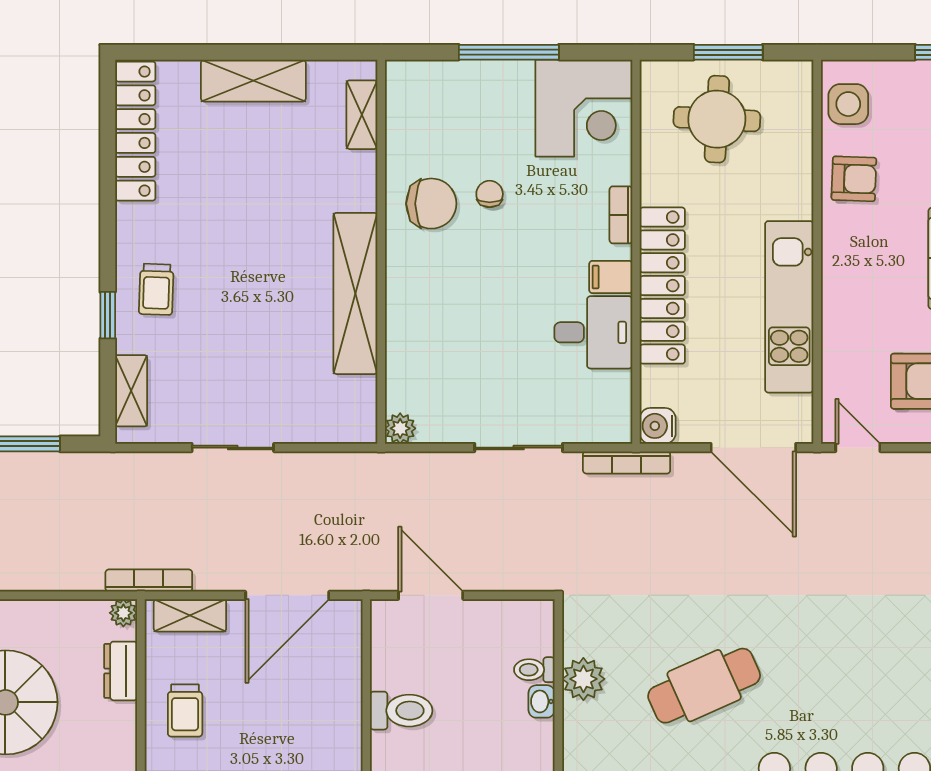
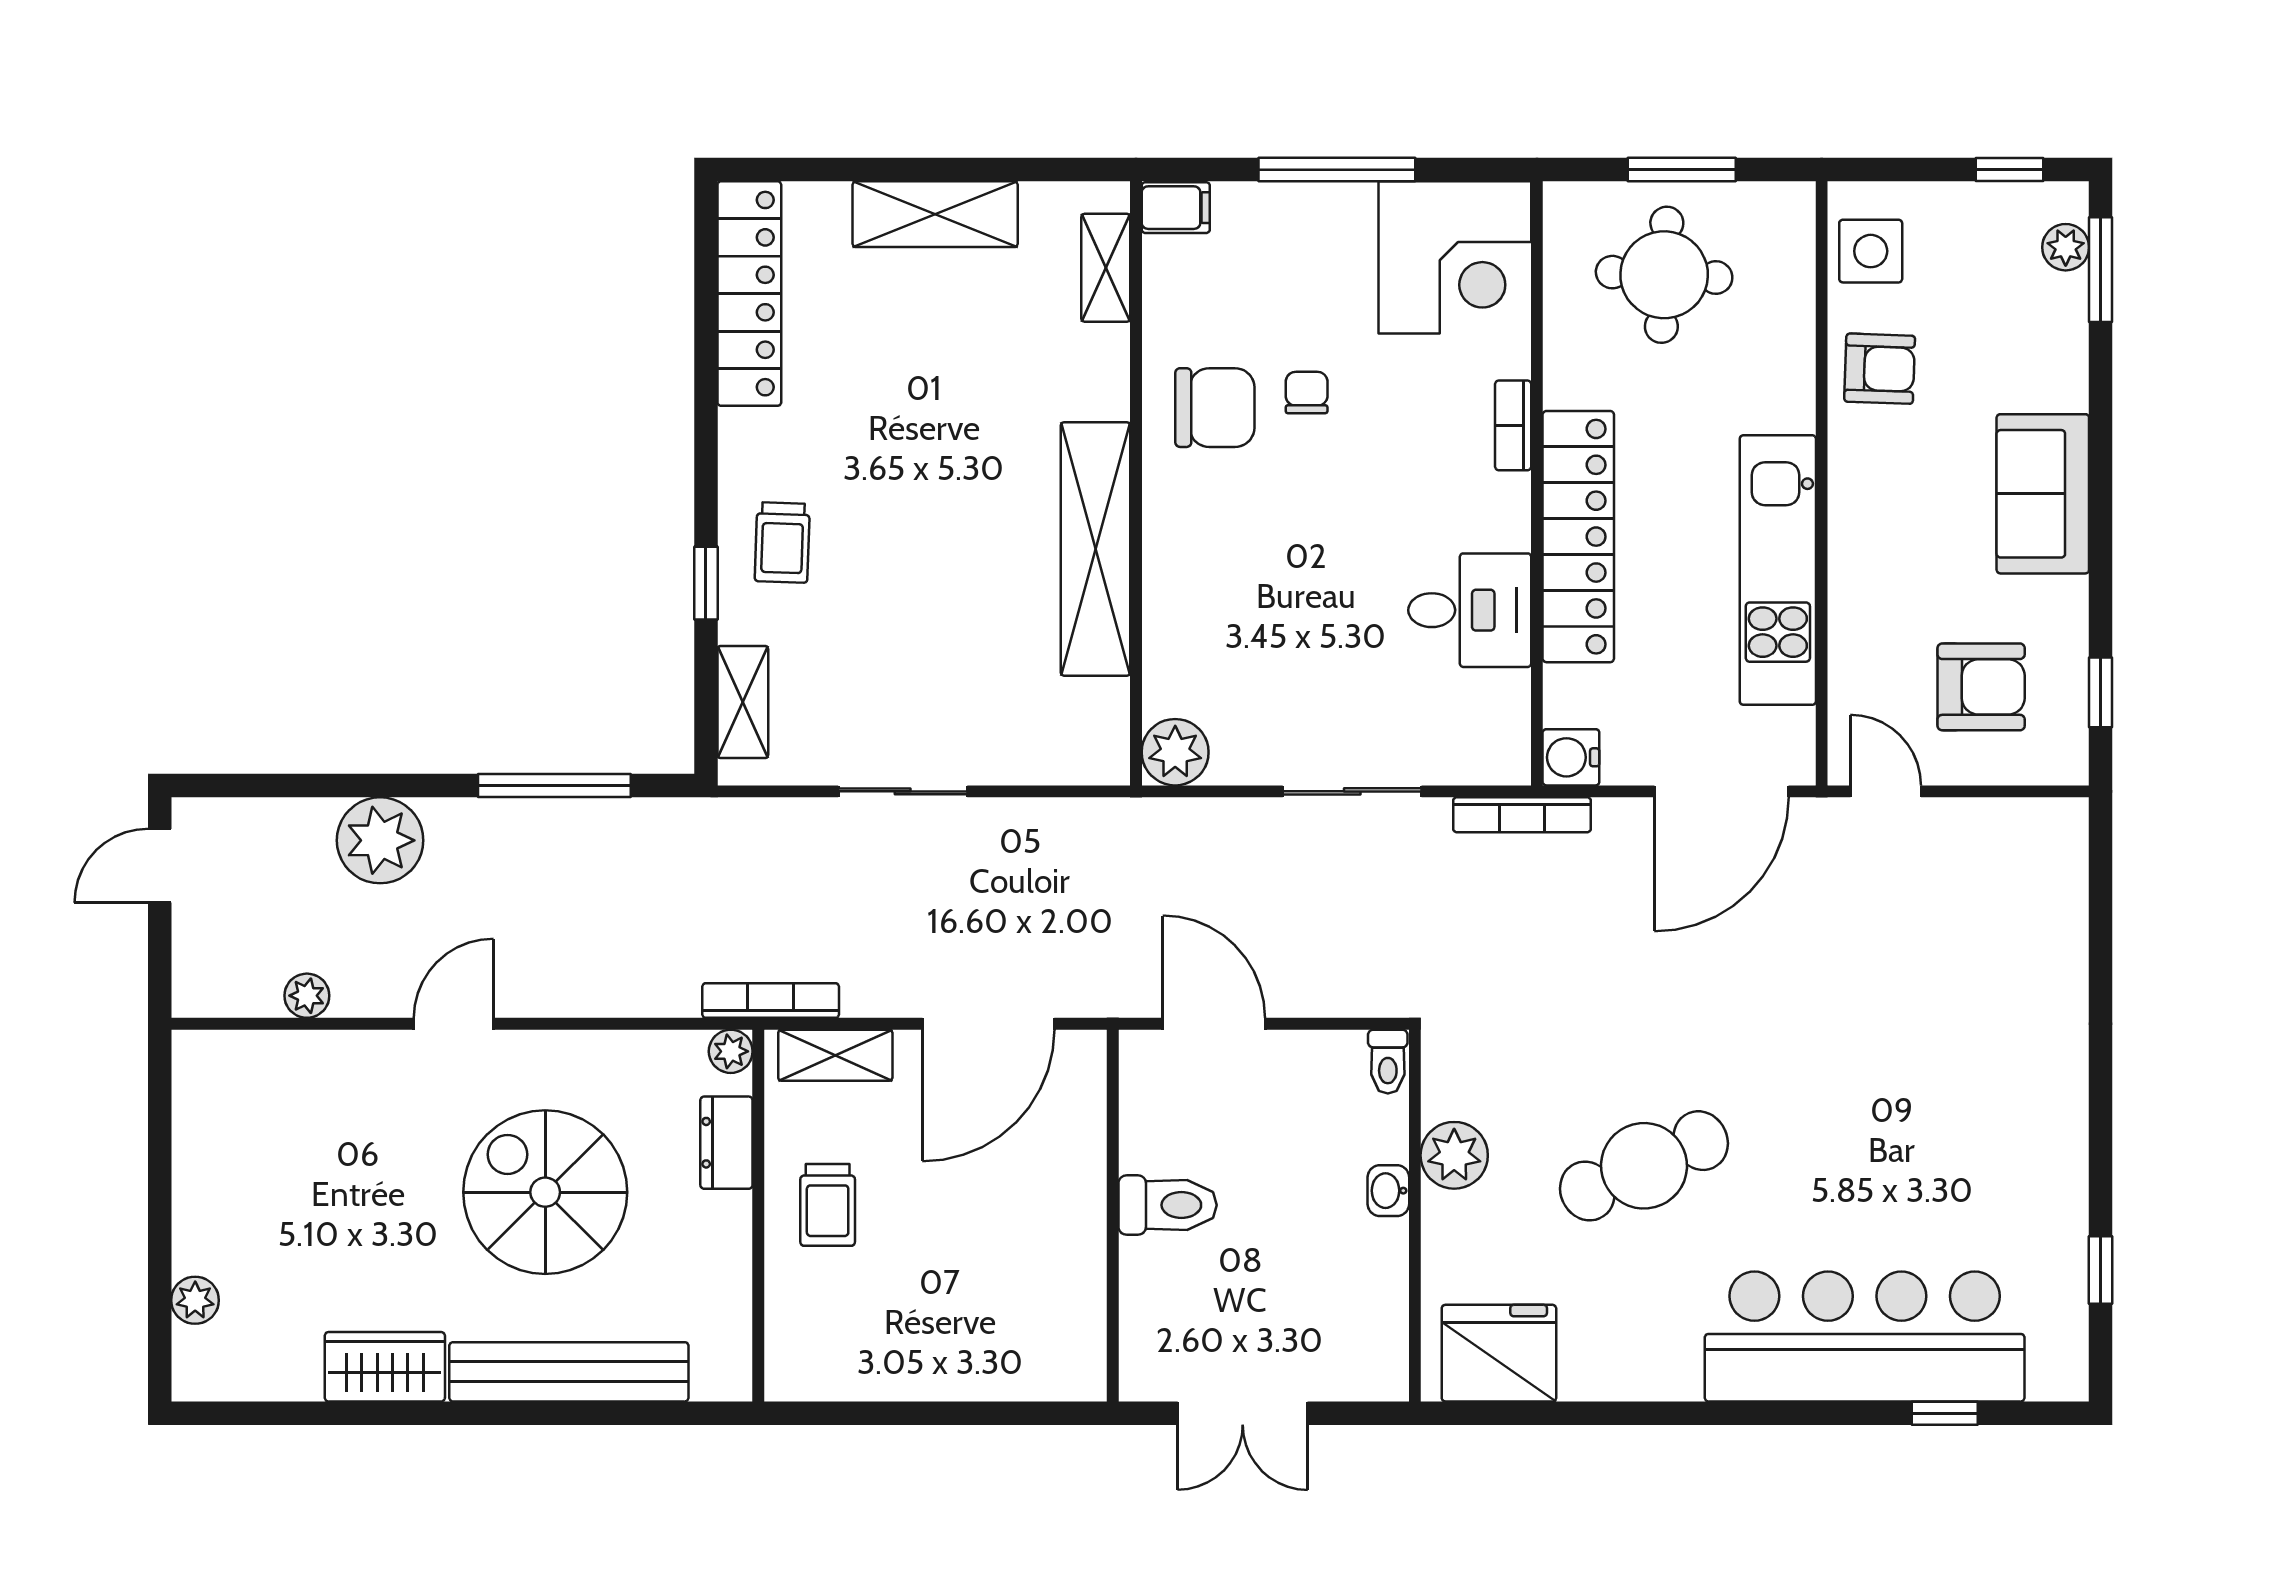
filing cabinet: (611, 277) -> (1176, 208), moved, turned 180
plant: (400, 428) -> (1175, 752), width x1.38, depth x1.38
door: (753, 448) -> (1722, 791), hinge flipped
toilet: (534, 670) -> (1388, 1062), moved, turned -90

